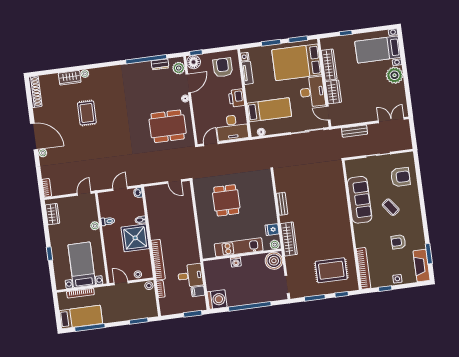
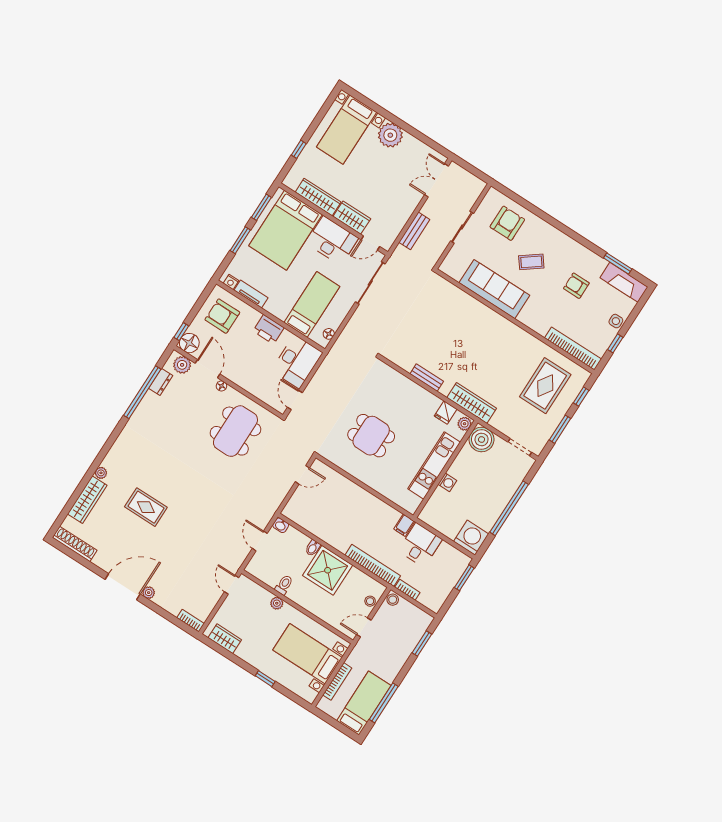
wardrobe: (70, 78) -> (87, 500), width x1.50
armchair: (398, 242) -> (576, 286), turned 91
filing cabinet: (198, 291) -> (404, 525), moved

